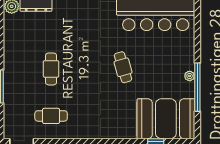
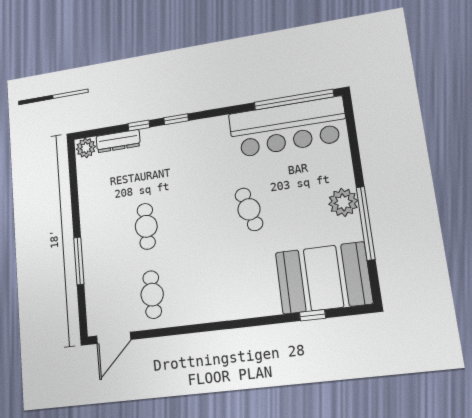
plant: (190, 76) -> (343, 202), width x1.88, depth x1.88
cafe table: (51, 116) -> (152, 295), turned 90

